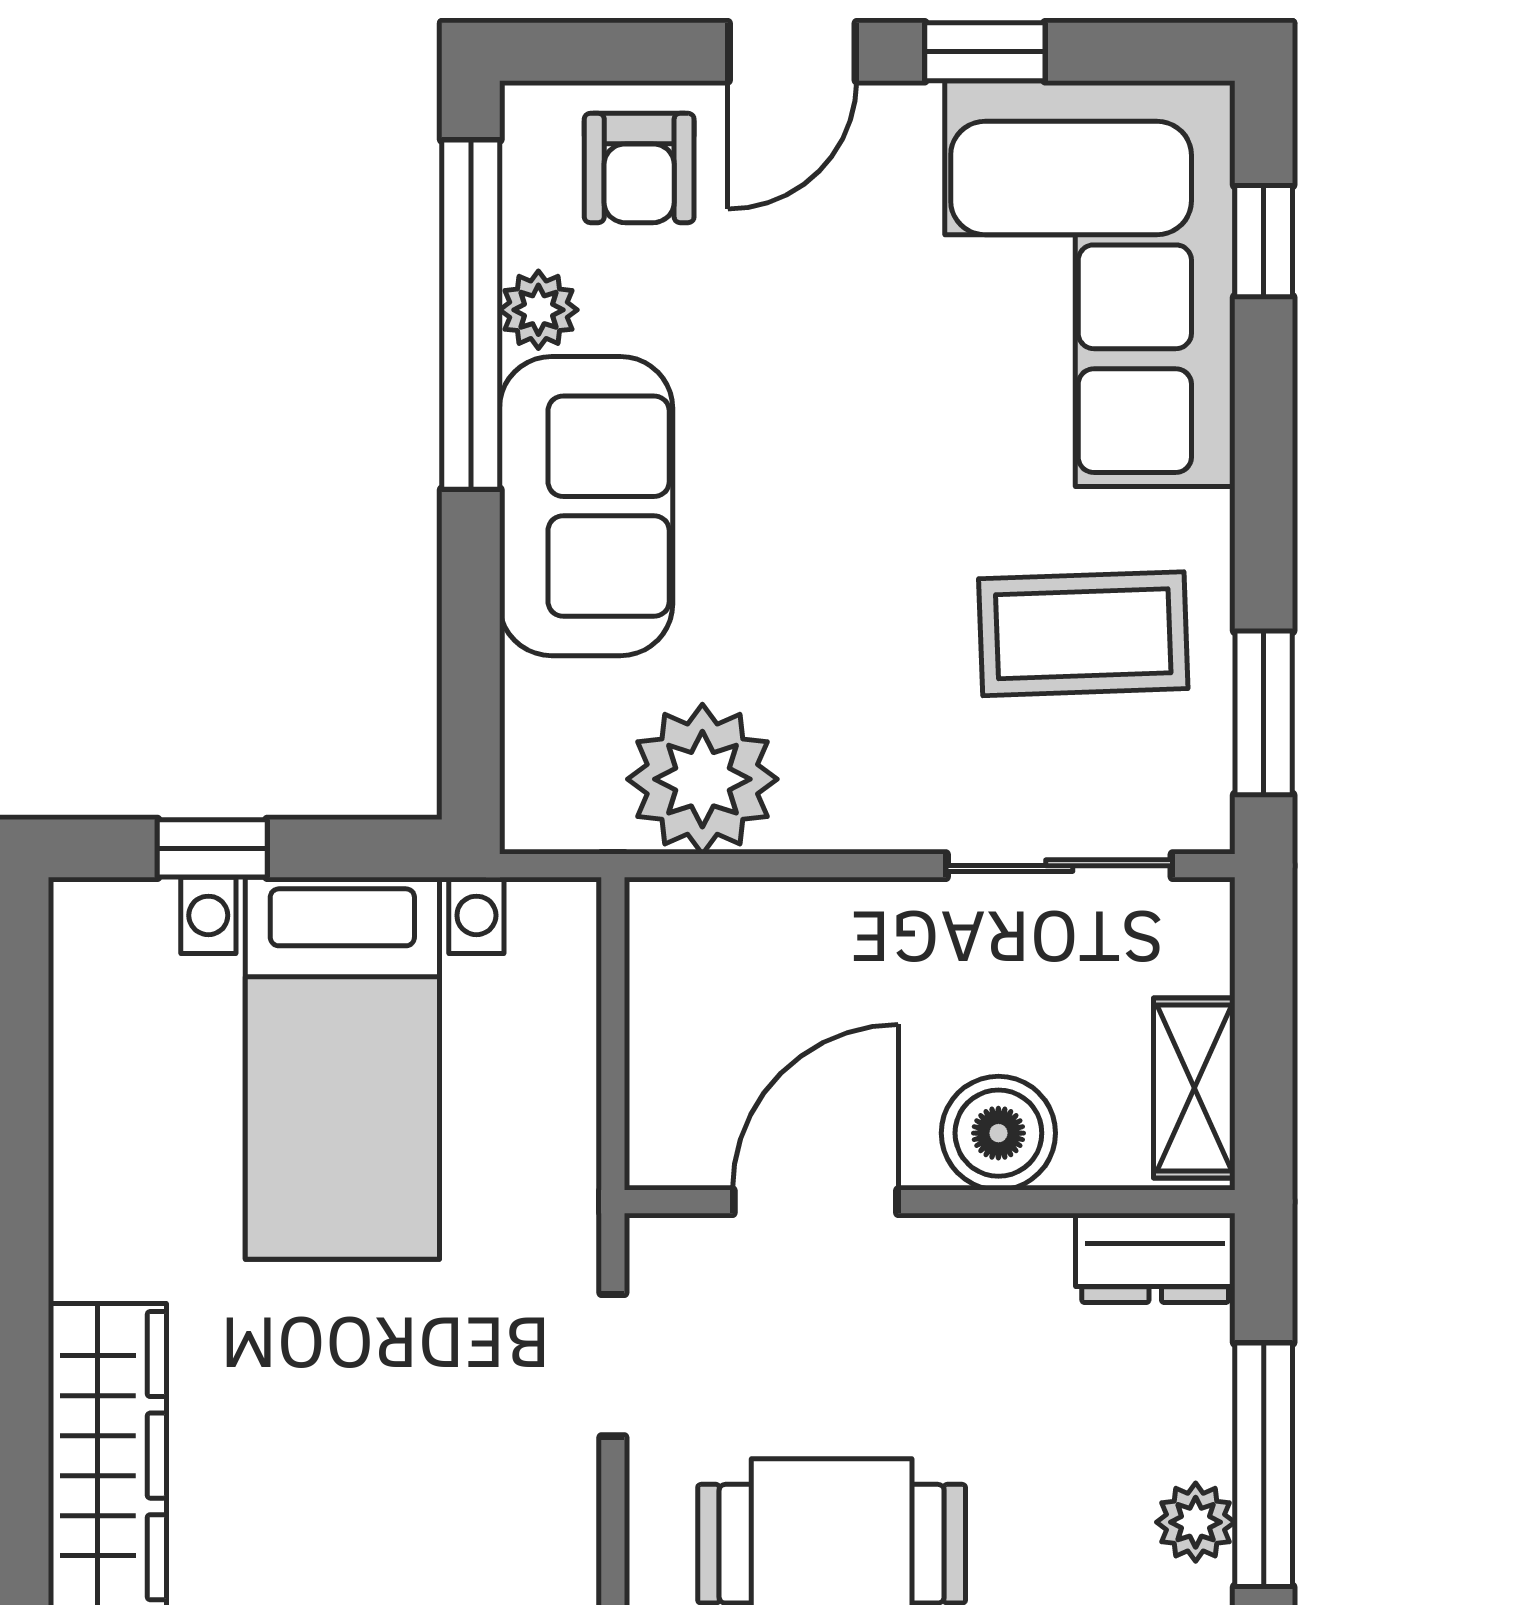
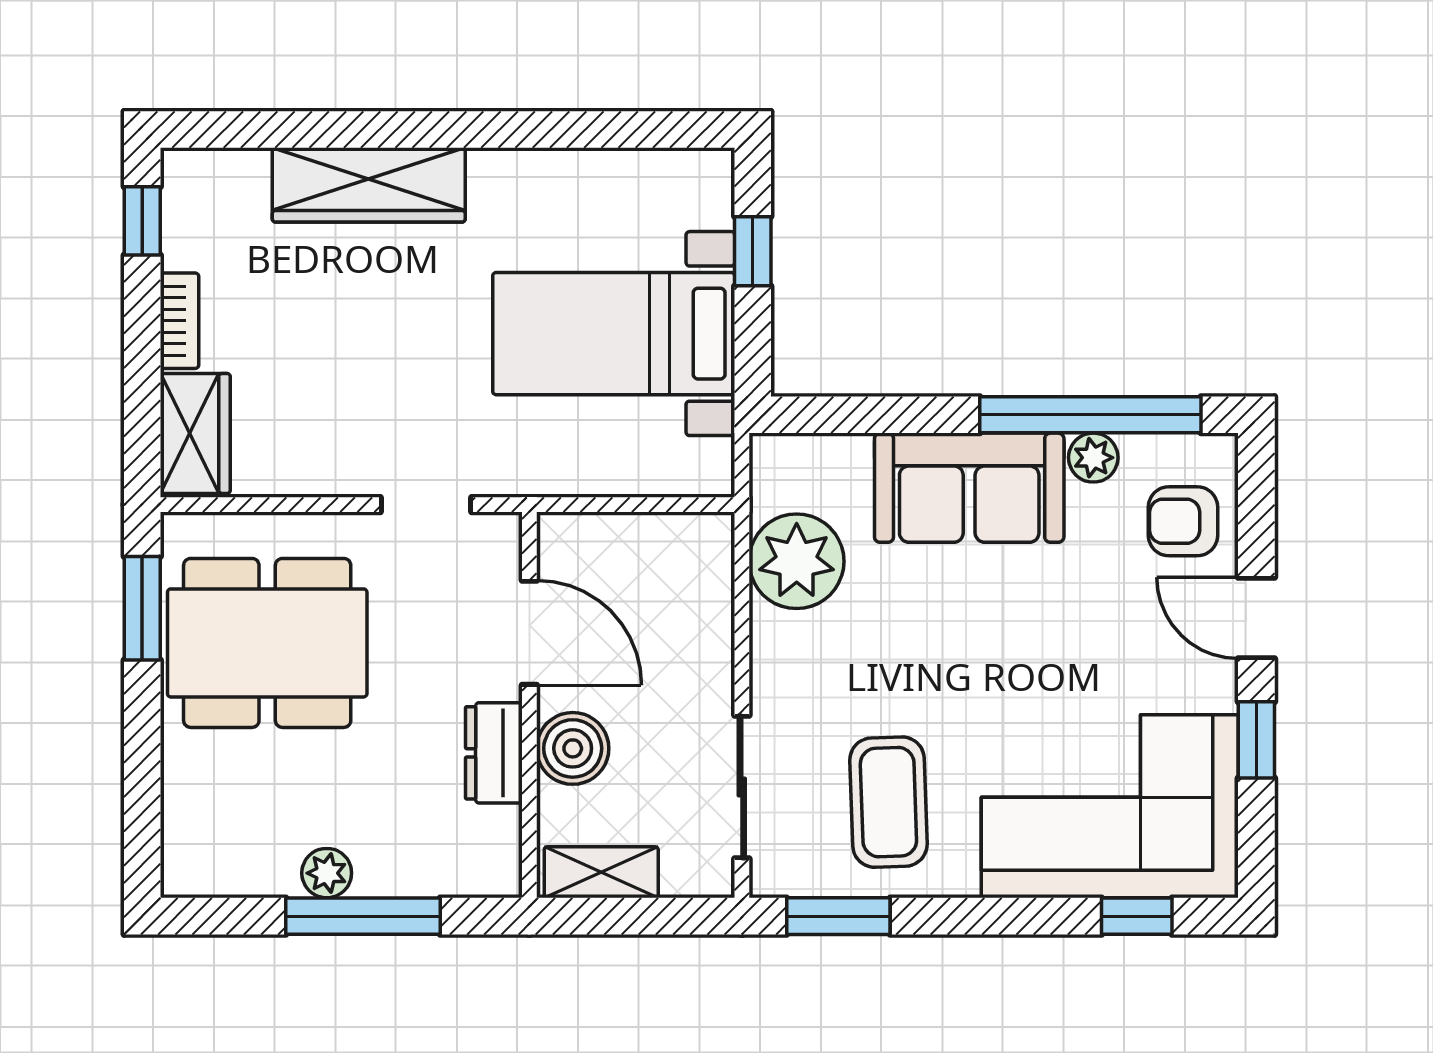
dresser: (1155, 1258) -> (494, 753), moved

